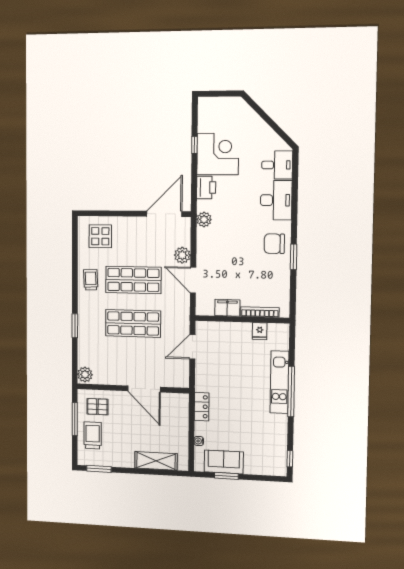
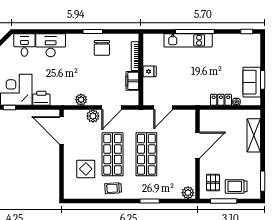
plant: (204, 219) -> (81, 100), moved
display table: (100, 236) -> (86, 169), moved
chair: (274, 244) -> (102, 48), moved
fridge: (260, 331) -> (150, 71), moved
door: (192, 347) -> (163, 108), hinge flipped
locker: (202, 407) -> (221, 100), moved

